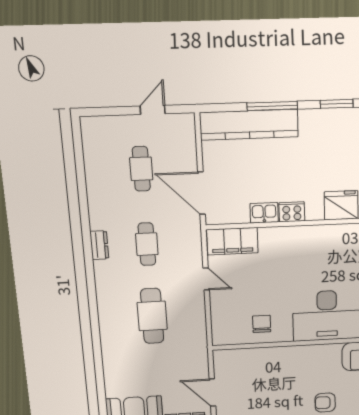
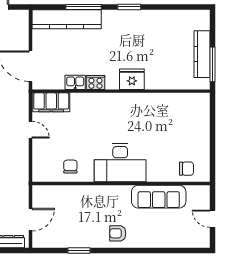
door: (212, 393) -> (31, 220), swing flipped

